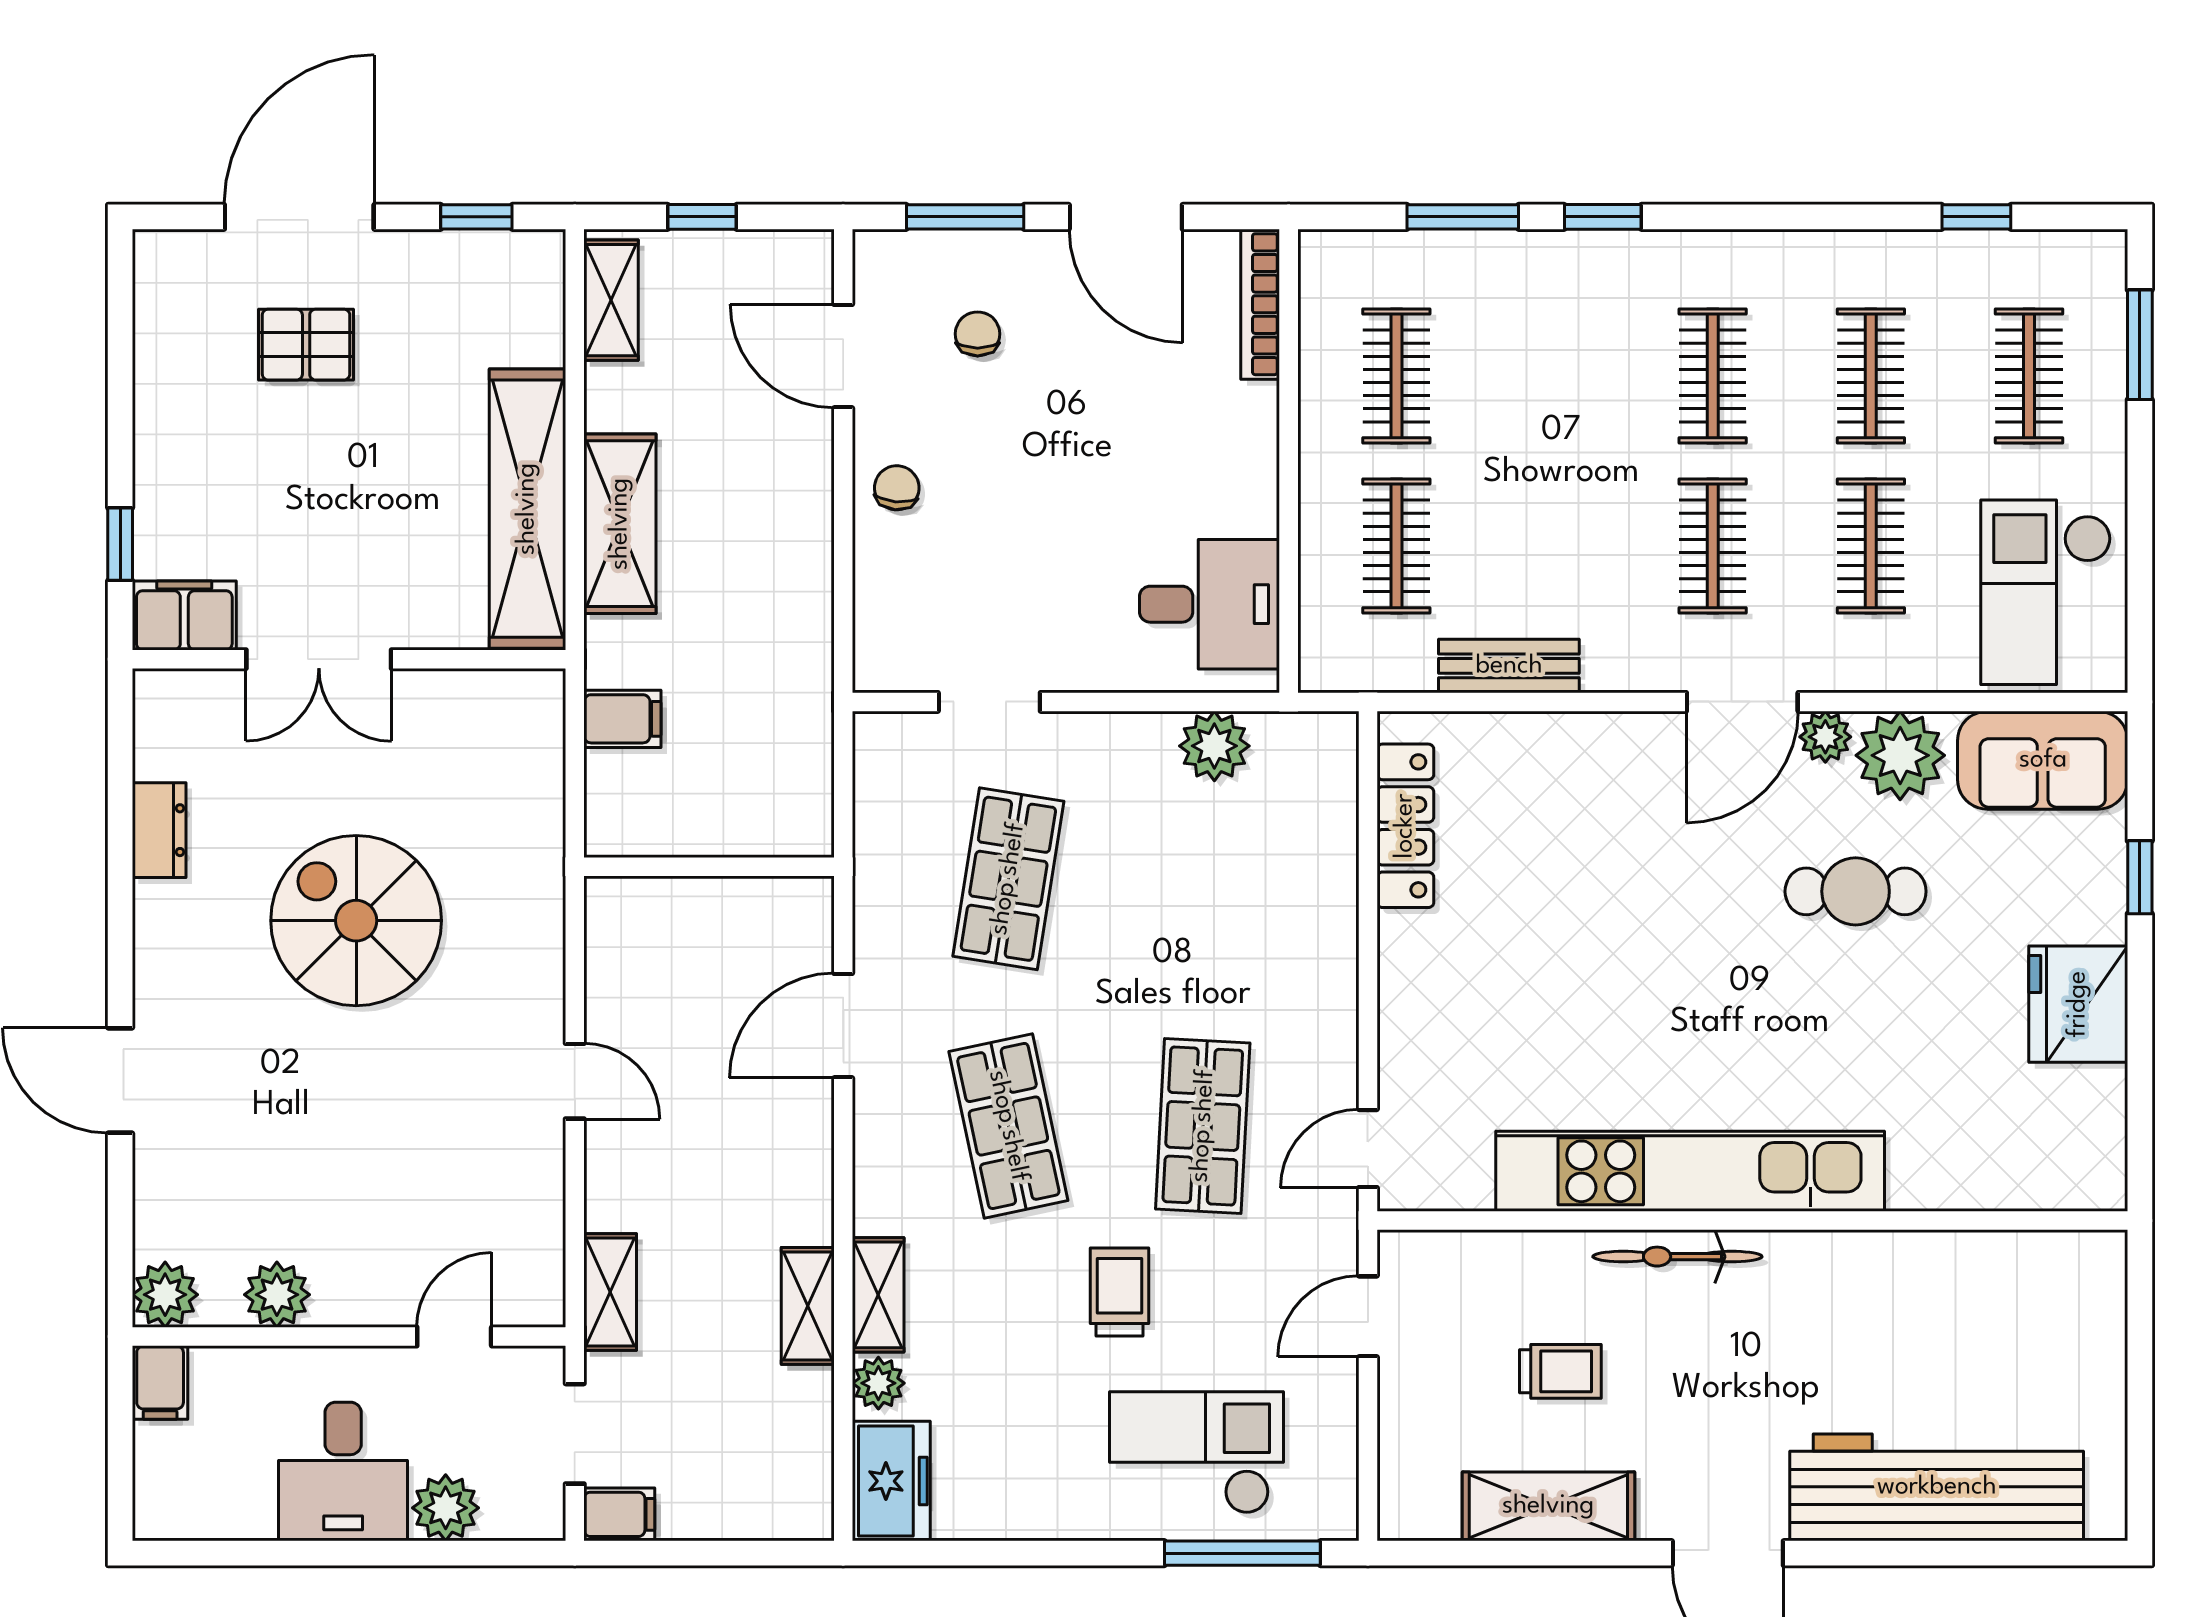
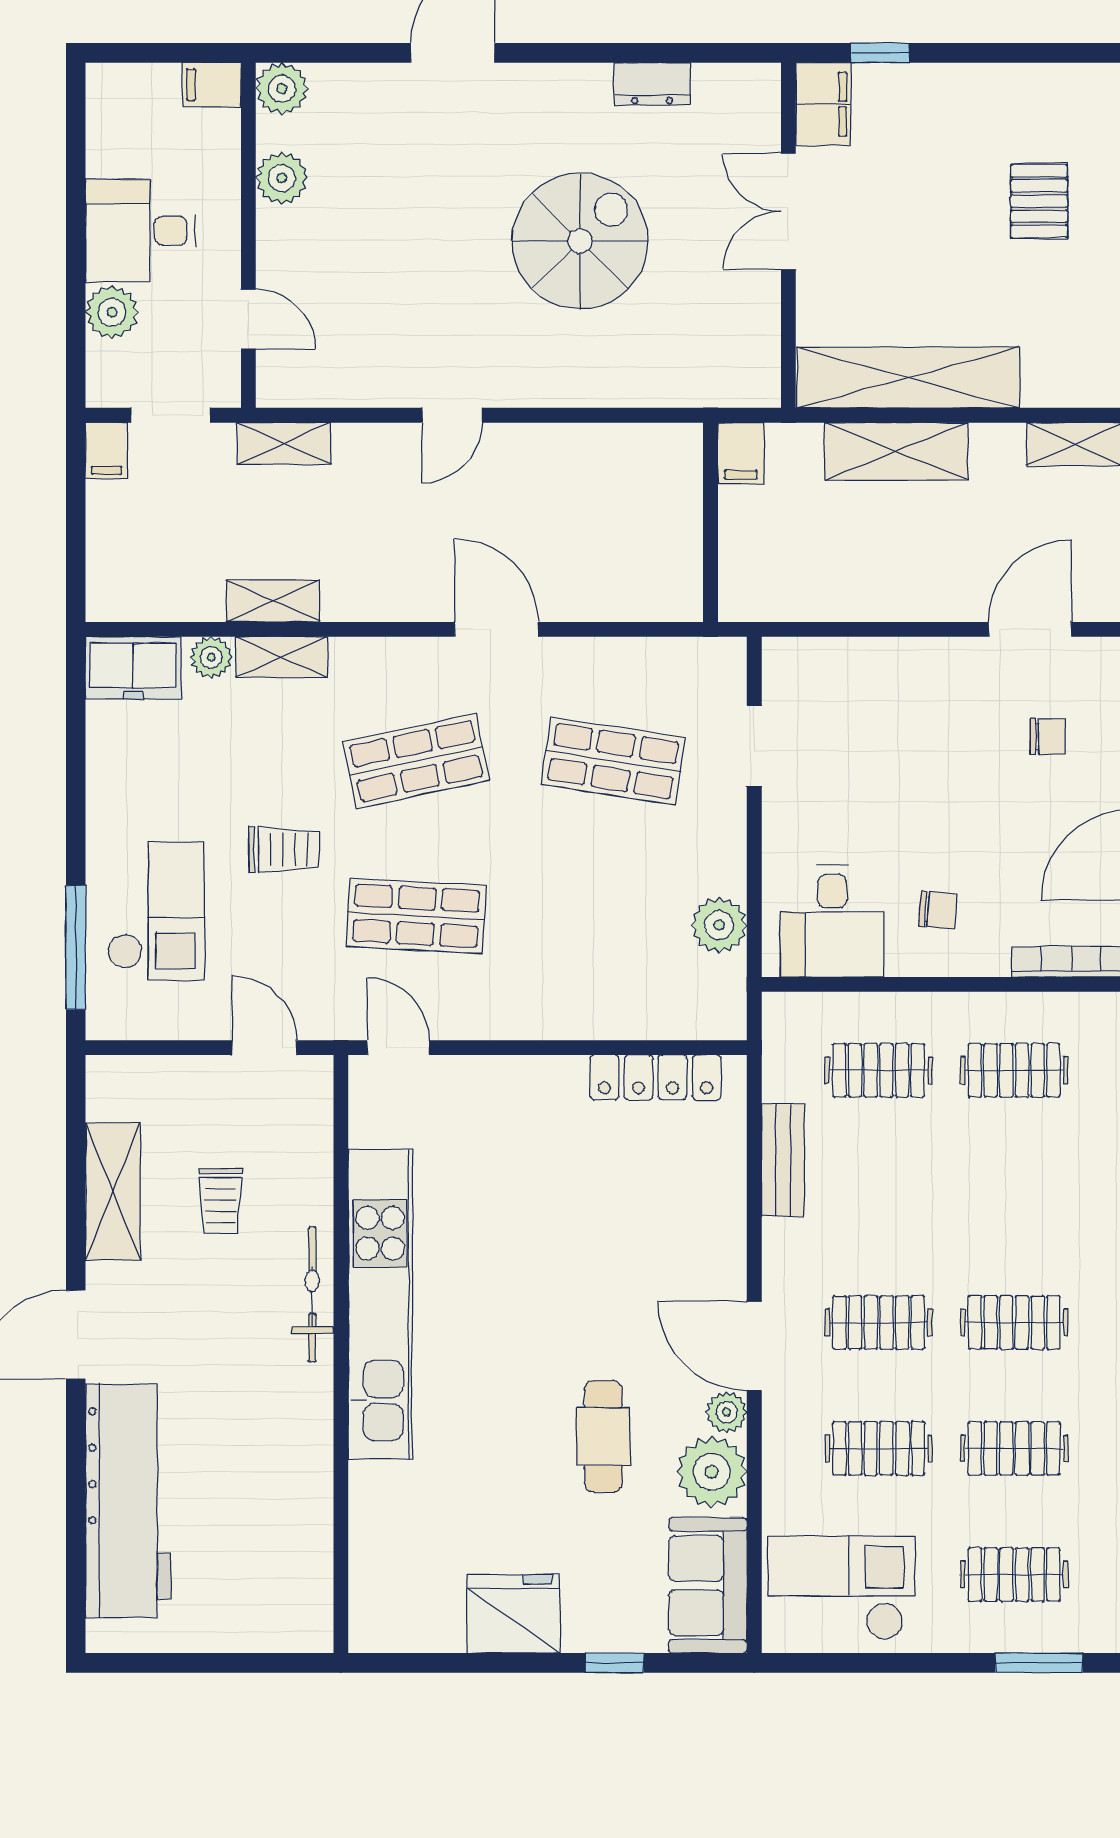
chair: (897, 488) -> (938, 910), moved
wall: (709, 867) -> (711, 522), moved

